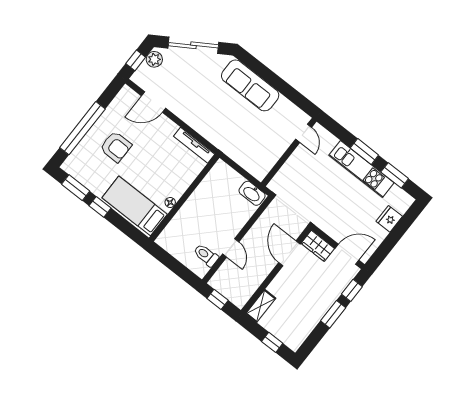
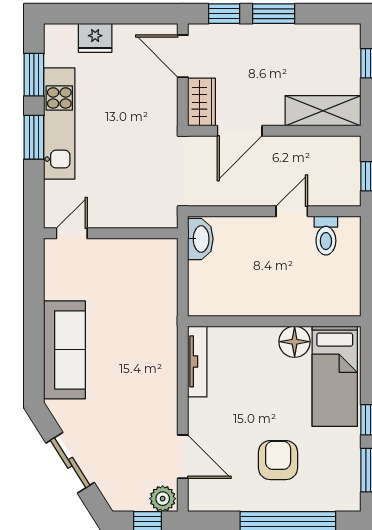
sliding door: (193, 45) -> (70, 463), width x0.73
plant: (154, 59) -> (163, 499), moved
floor lamp: (170, 202) -> (295, 342), width x1.89, depth x1.89
shelving: (261, 306) -> (323, 111), width x1.50, depth x1.33

